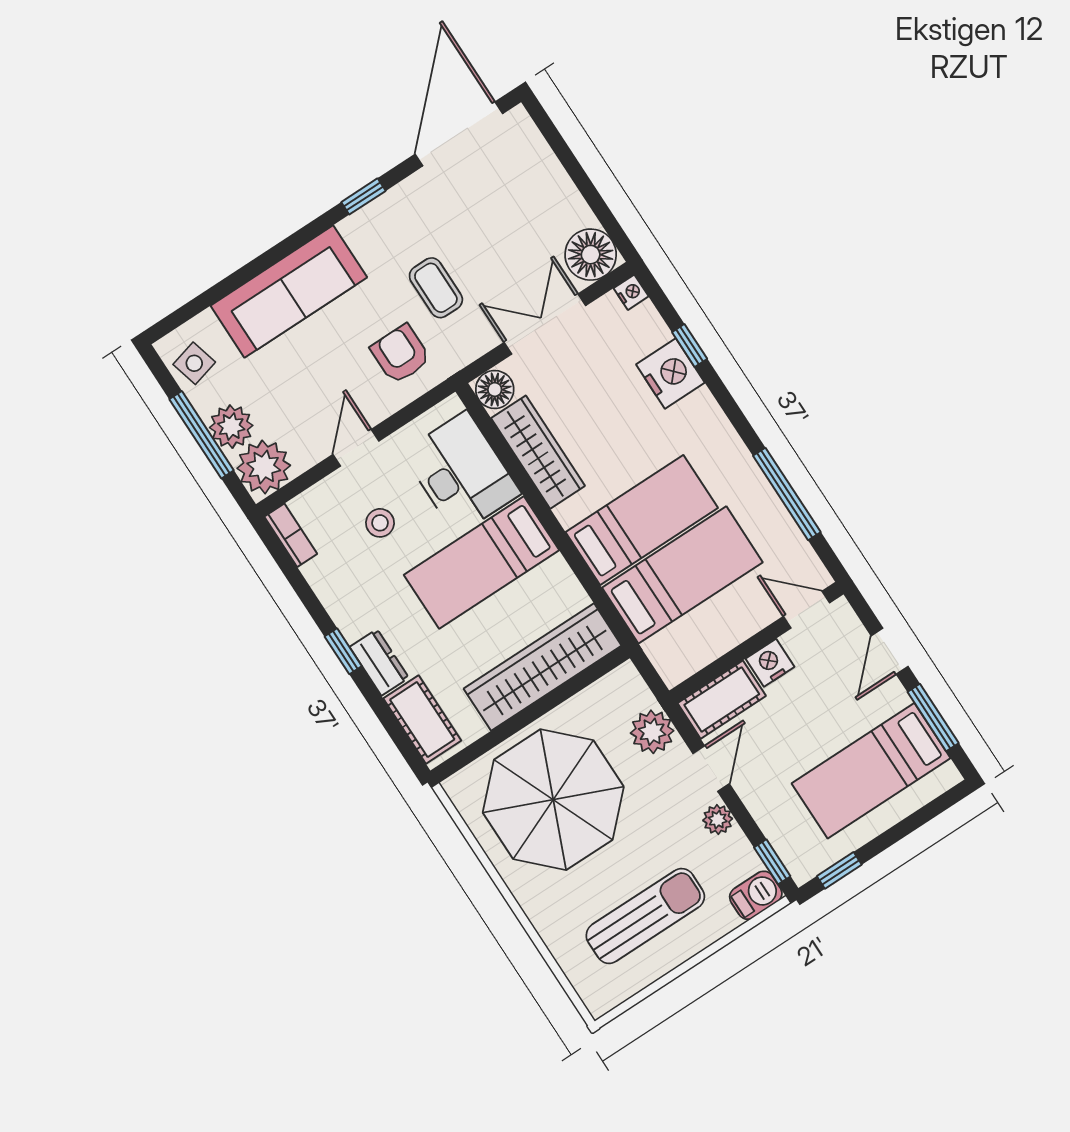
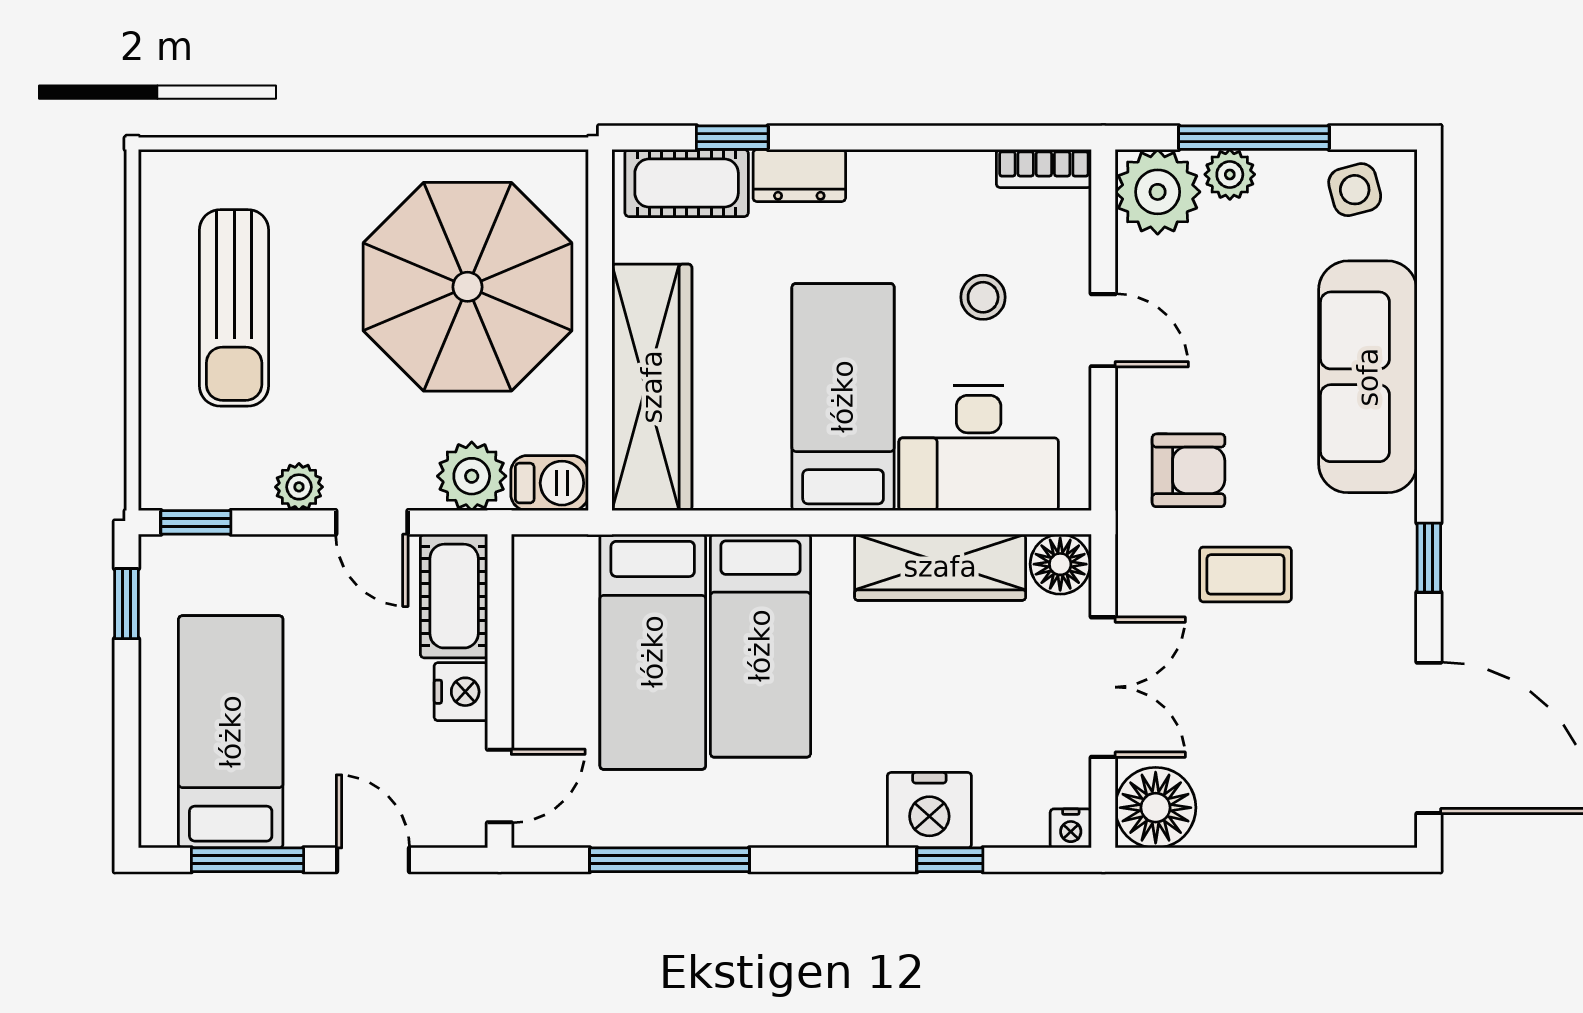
plant: (231, 427) -> (1230, 174), width x0.73, depth x0.73
window: (343, 651) -> (732, 138), moved
barbecue: (756, 895) -> (550, 483), moved, turned -90

